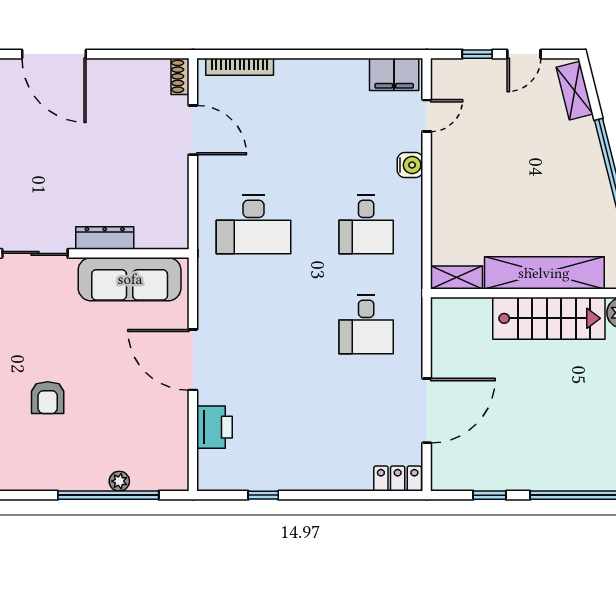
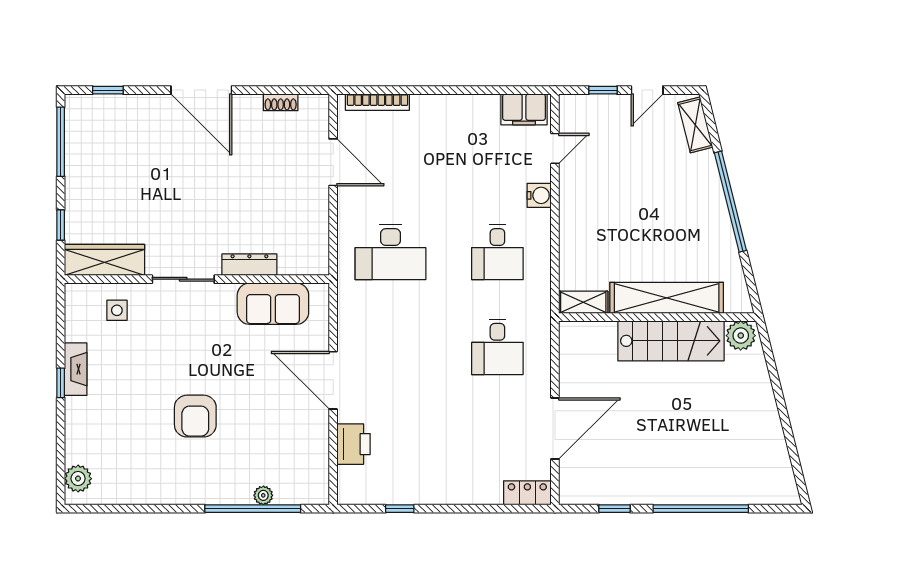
shoe rack: (180, 76) -> (281, 102), moved, turned -90
sofa: (130, 279) -> (273, 304), width x0.73
armchair: (48, 398) -> (195, 416), width x1.38, depth x1.38

